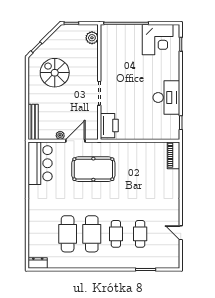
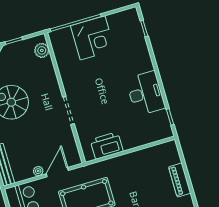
corner desk: (158, 40) -> (93, 38), moved
printer: (109, 126) -> (107, 145), moved, turned -90
piano: (174, 155) -> (180, 180), moved

